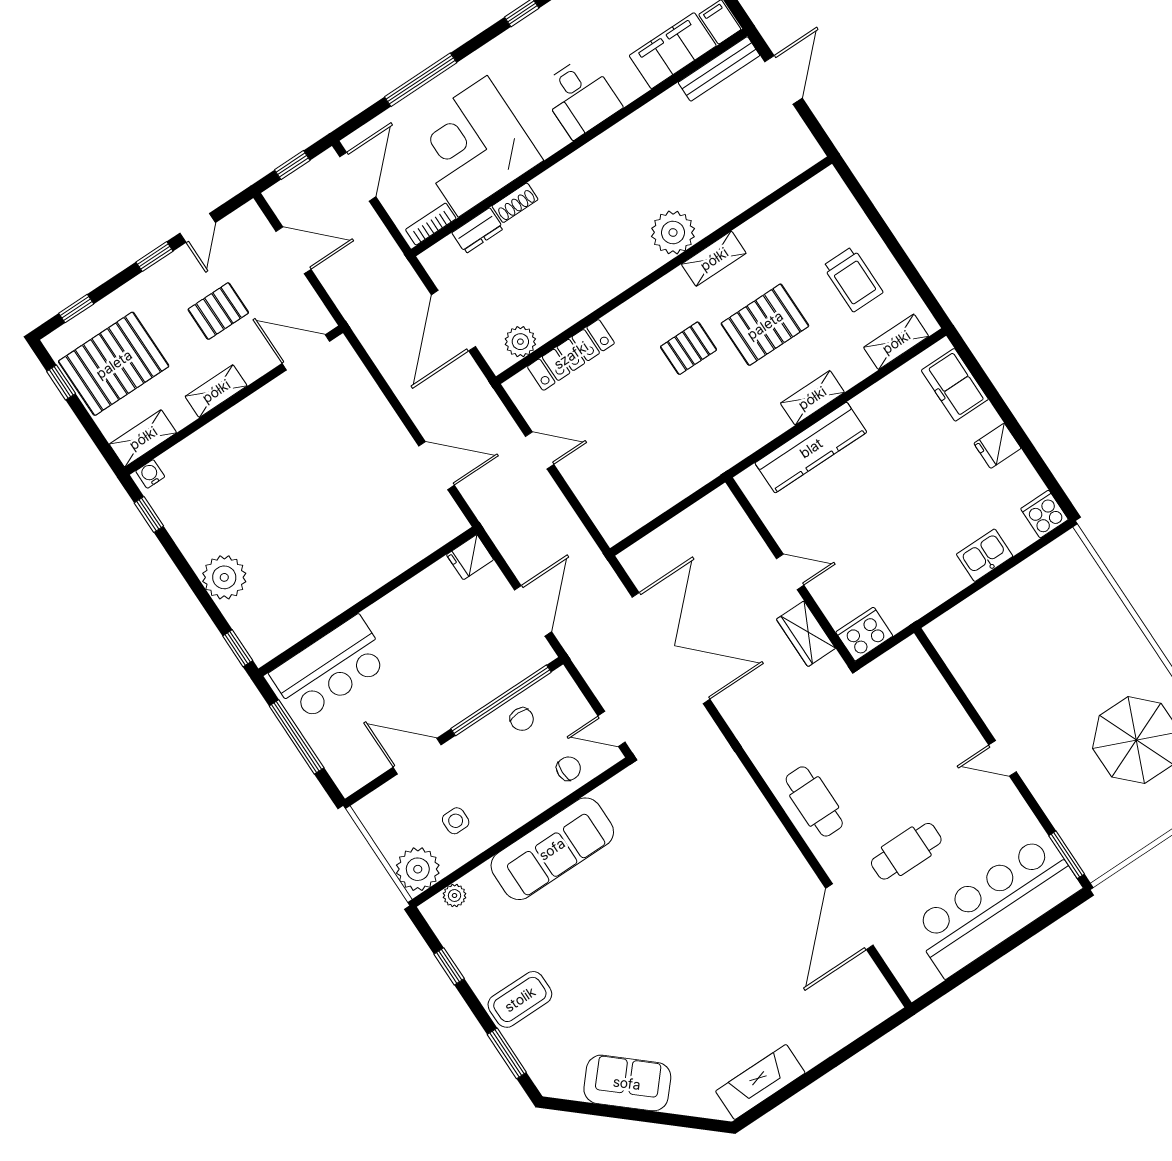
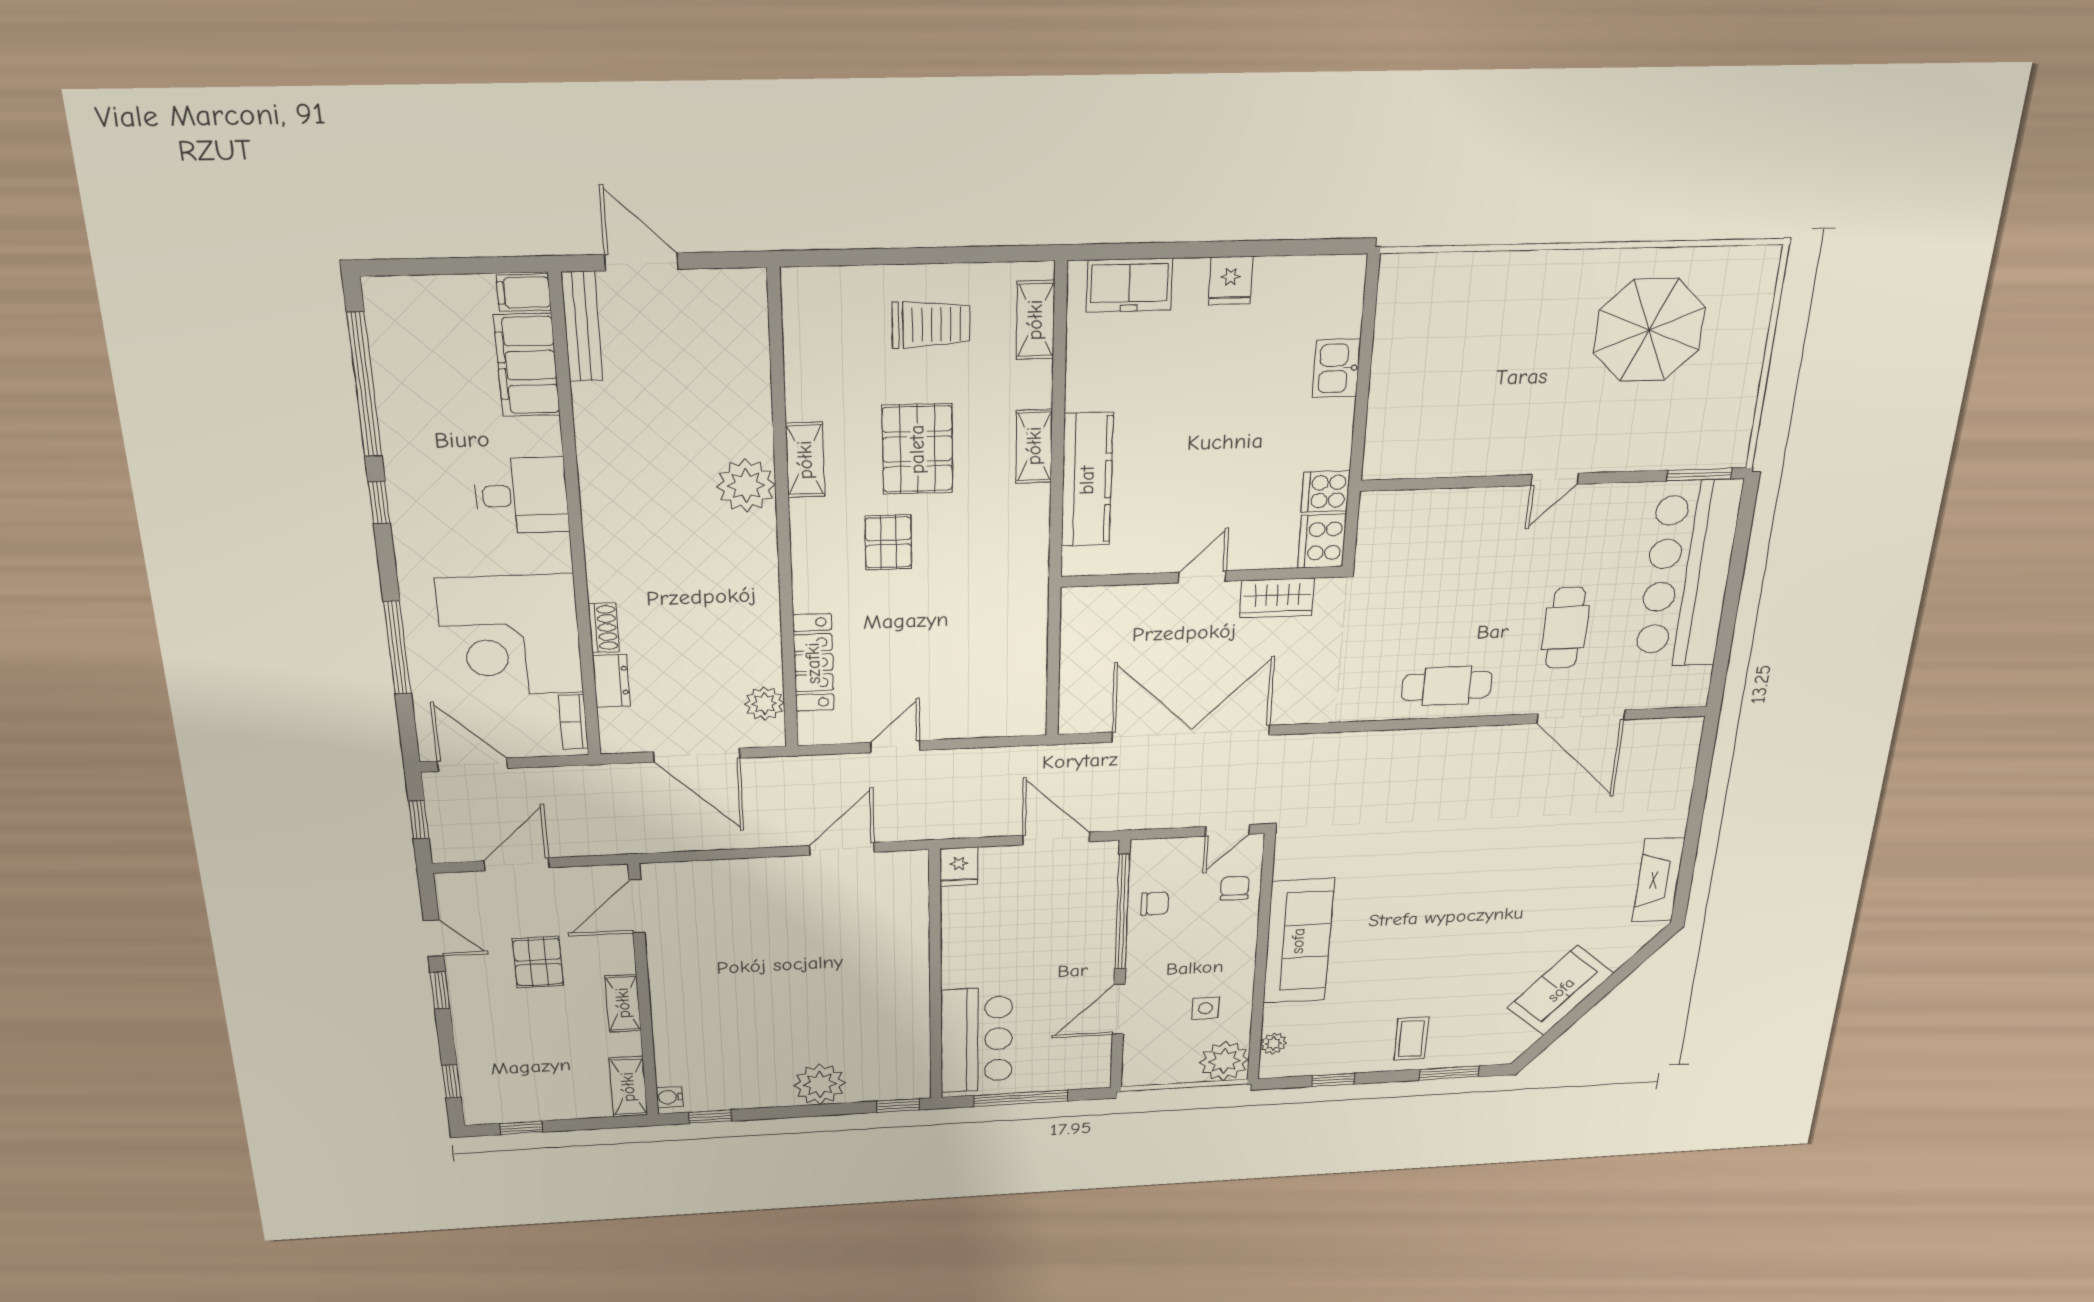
pallet: (114, 364) -> (532, 1076), removed
cooker: (1044, 514) -> (1326, 492), moved
coffee table: (520, 999) -> (1411, 1038), width x0.73, depth x0.77

